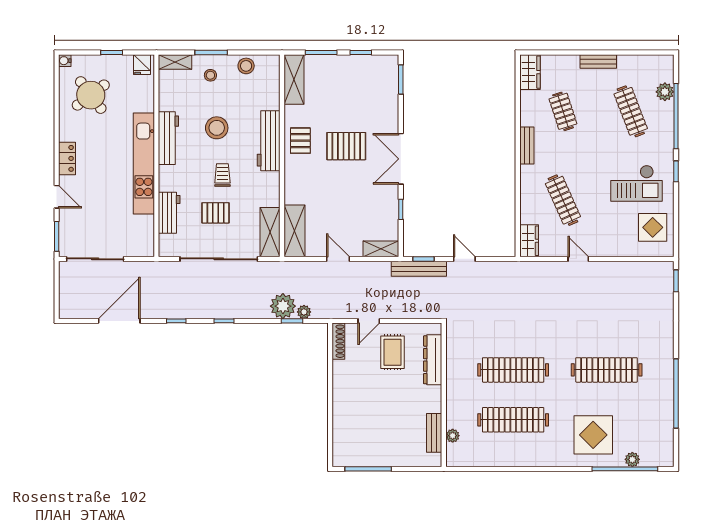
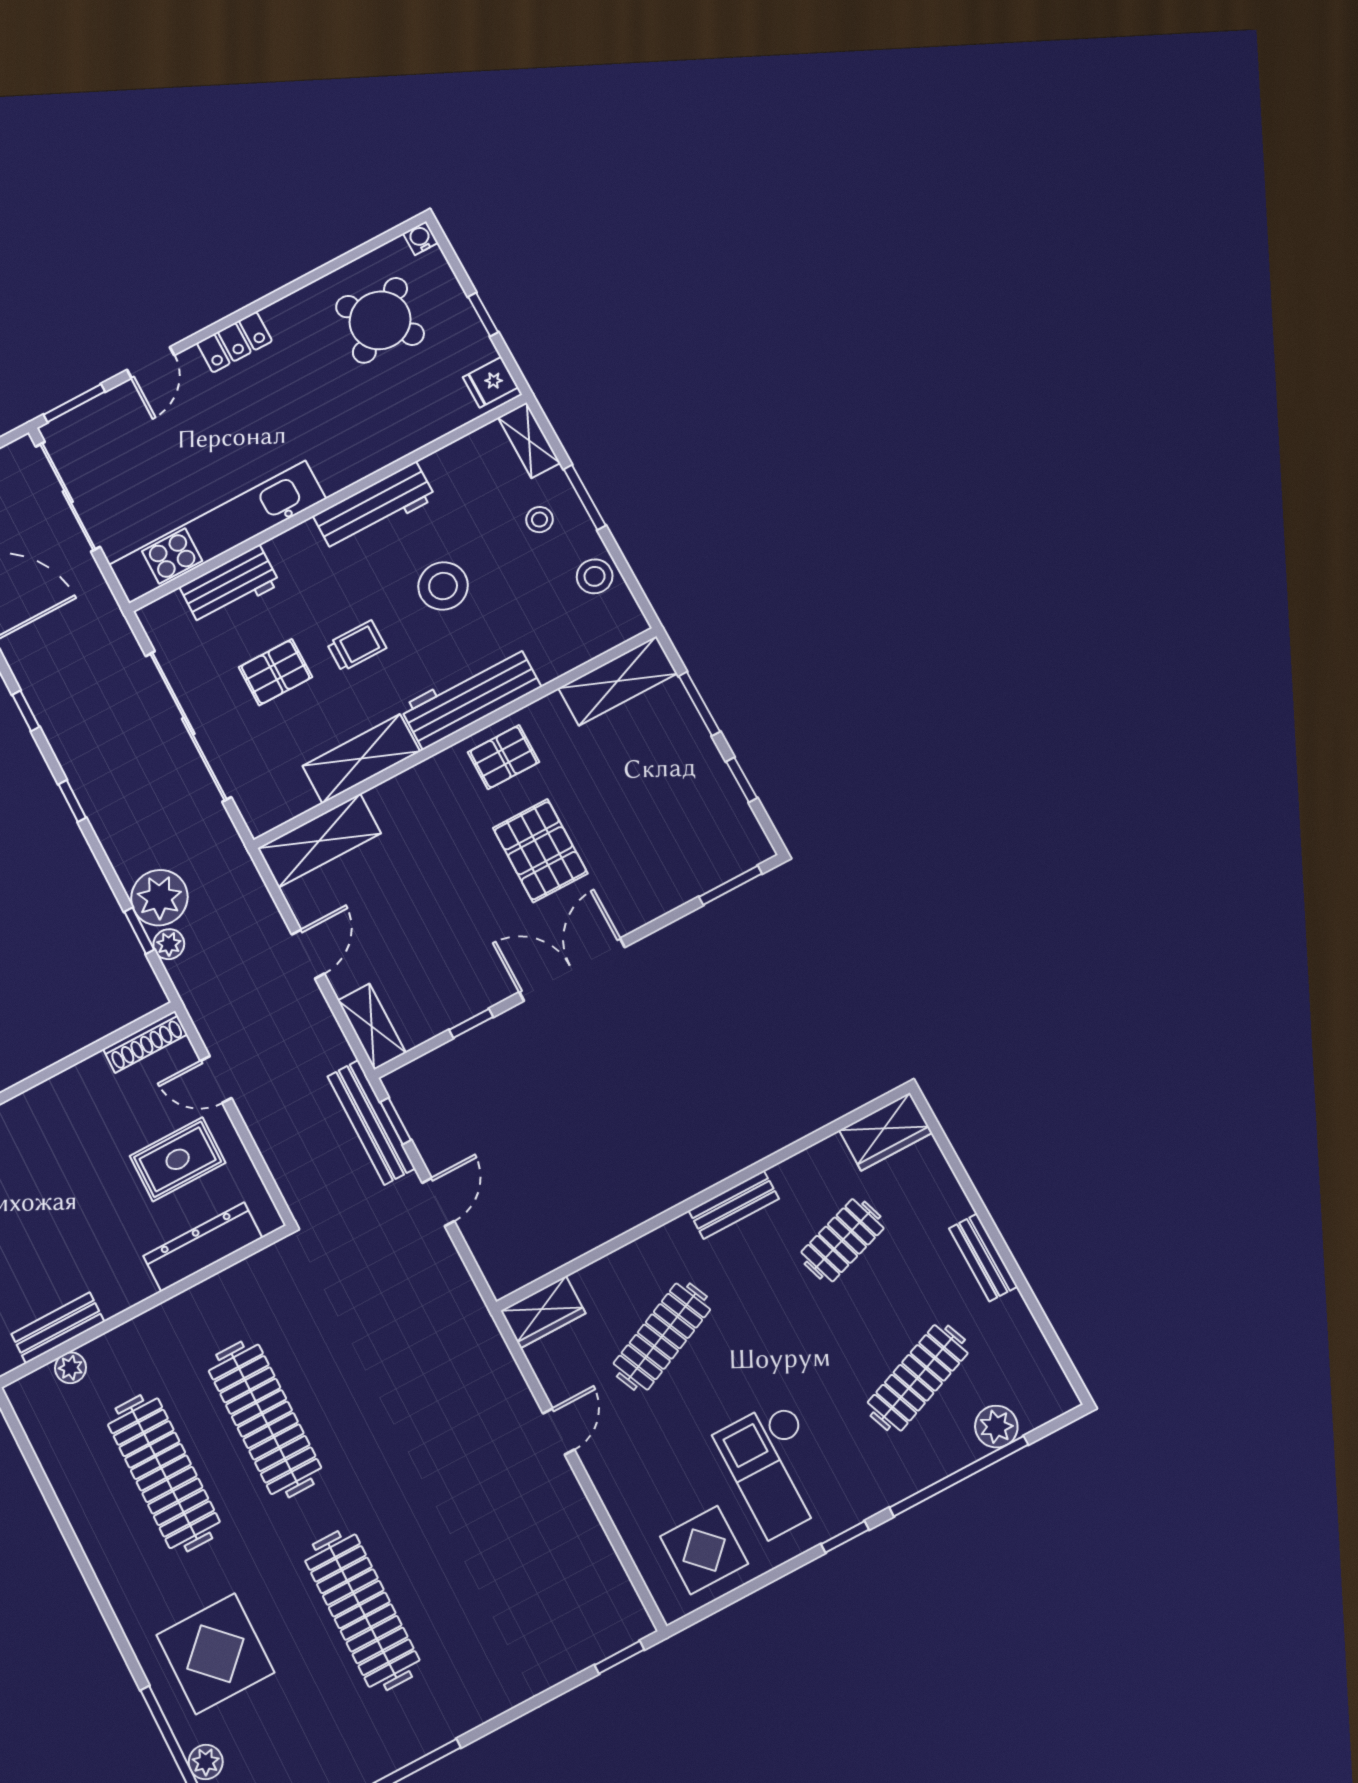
kitchen unit: (144, 164) -> (217, 532), moved
pallet: (216, 213) -> (276, 672), turned 90
shelving: (270, 232) -> (361, 759), moved

